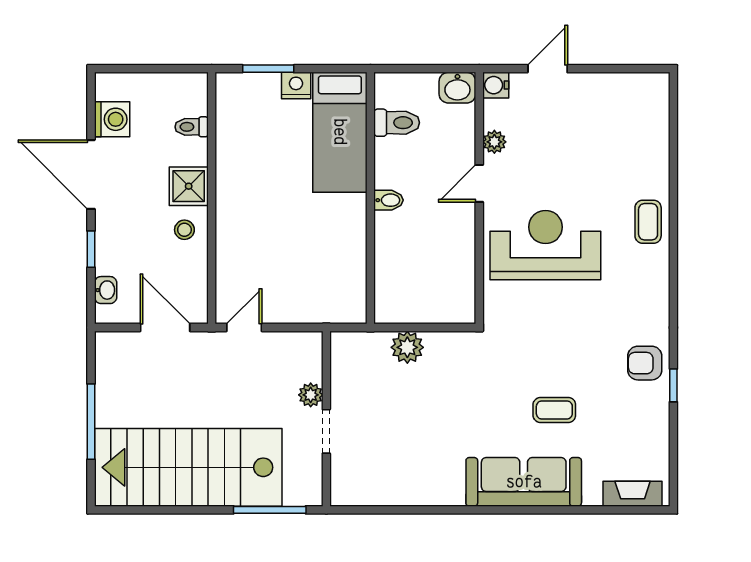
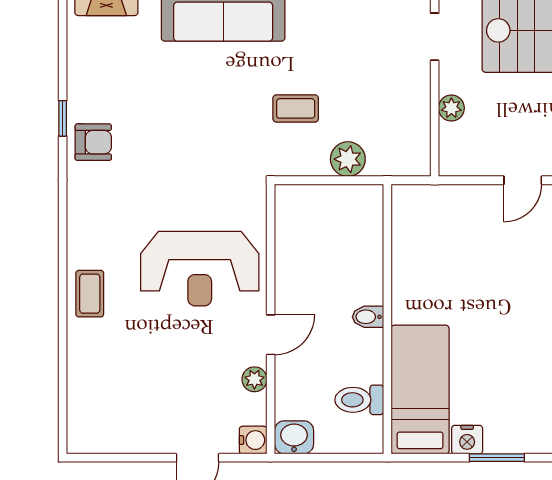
coffee table: (554, 410) -> (296, 108), moved
doorway: (326, 431) -> (435, 37), moved

